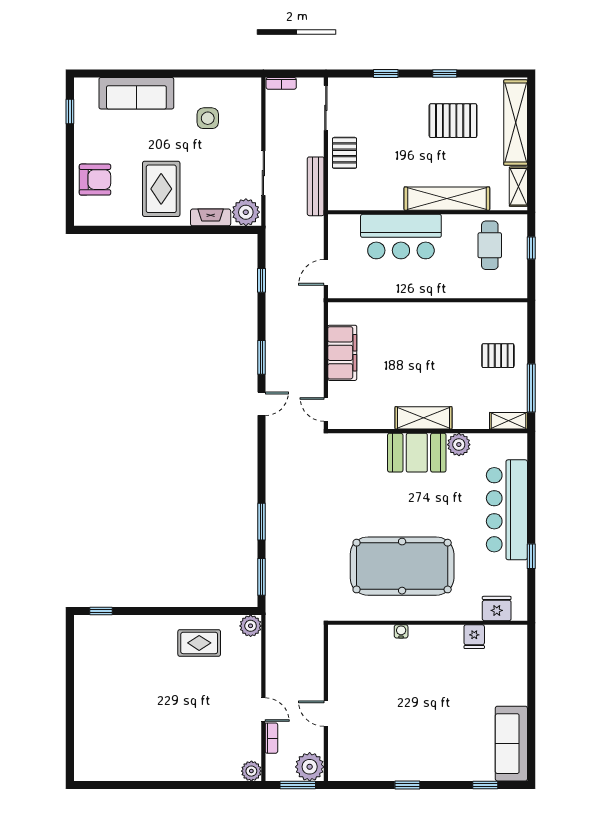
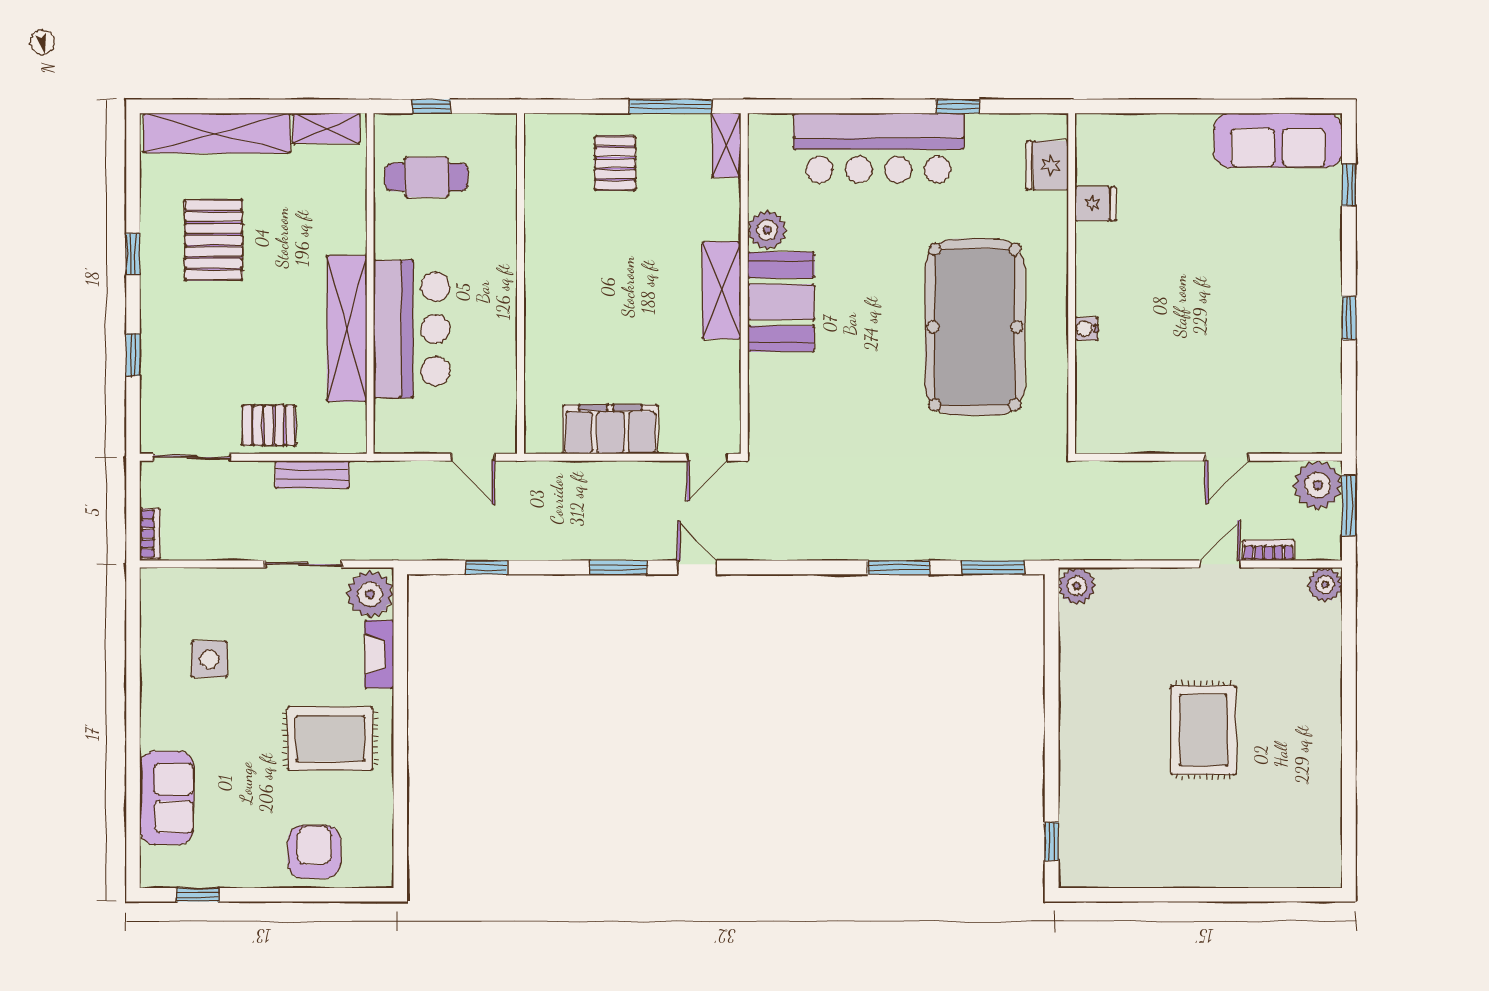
sofa: (136, 93) -> (167, 798), width x0.73
bench: (316, 186) -> (312, 475), width x0.73
shelving: (447, 199) -> (347, 328), moved
rug: (199, 643) -> (1203, 730), moved, width x1.36, depth x1.43

